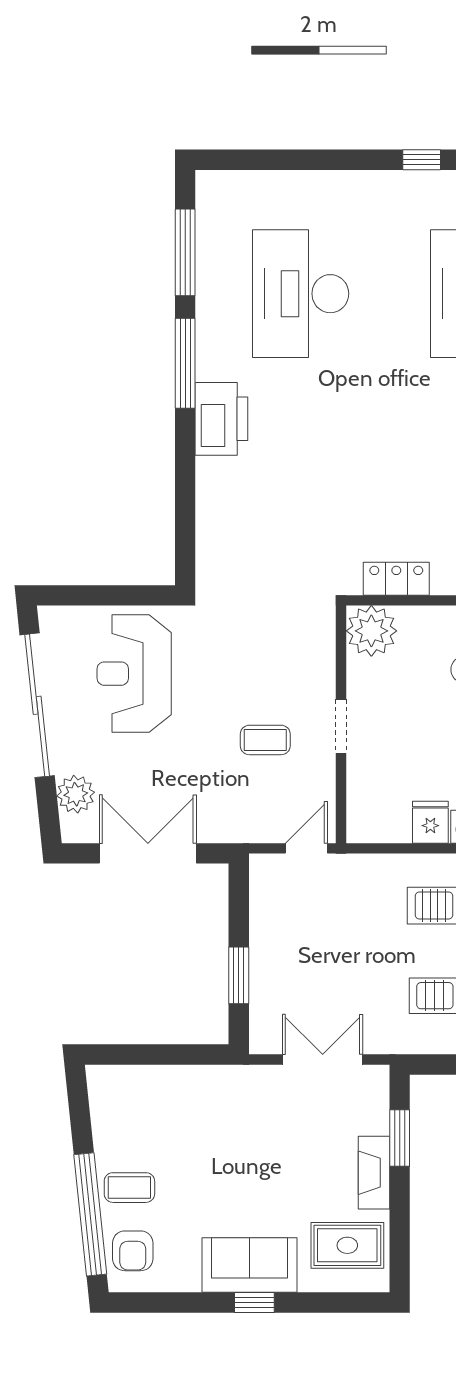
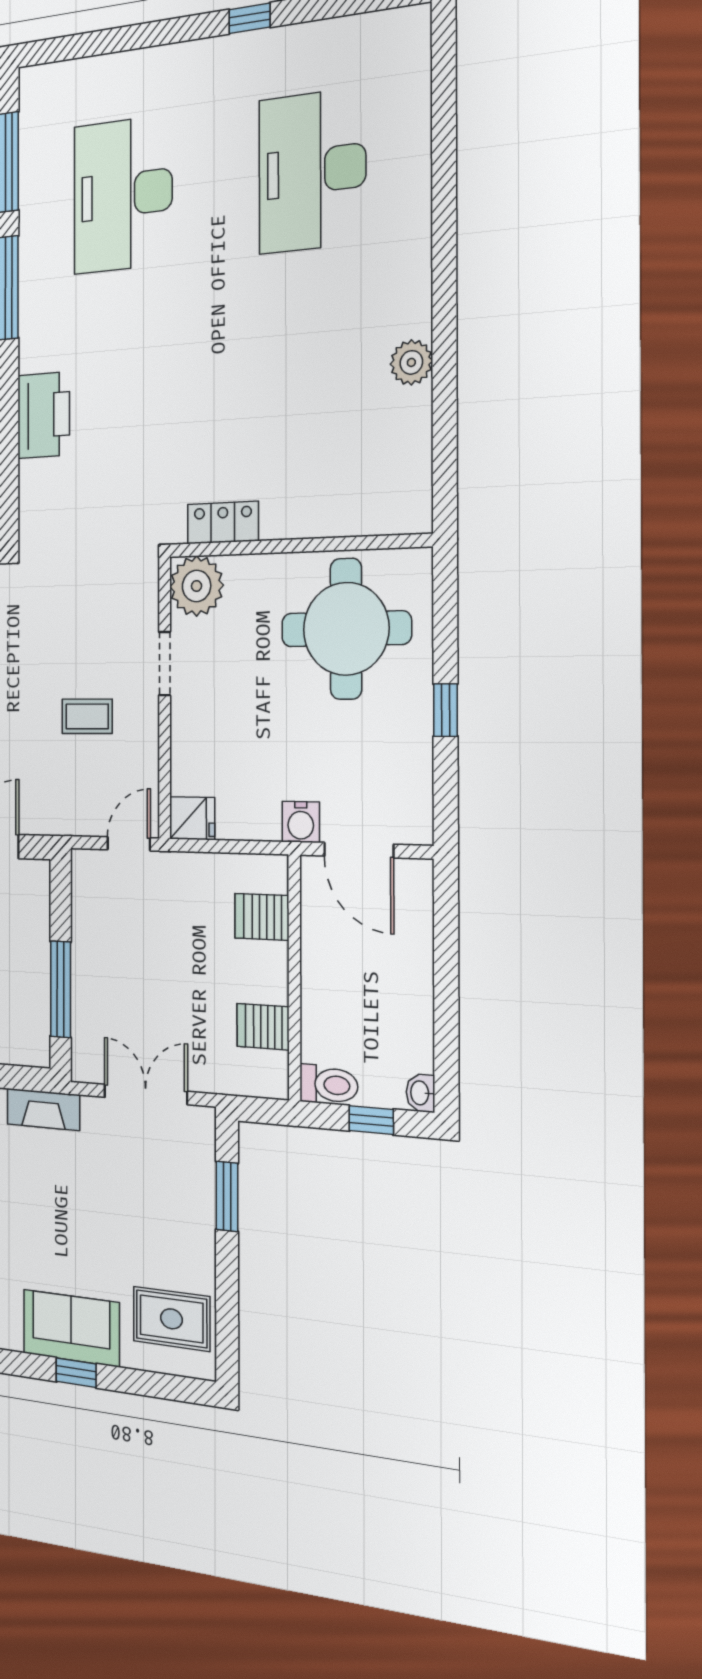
printer: (221, 419) -> (44, 415), moved
doorway: (341, 726) -> (165, 664), moved
fridge: (430, 822) -> (192, 818), moved, turned 90
window: (239, 975) -> (61, 989), width x1.44
fireplace: (374, 1173) -> (43, 1109), moved, turned -90

